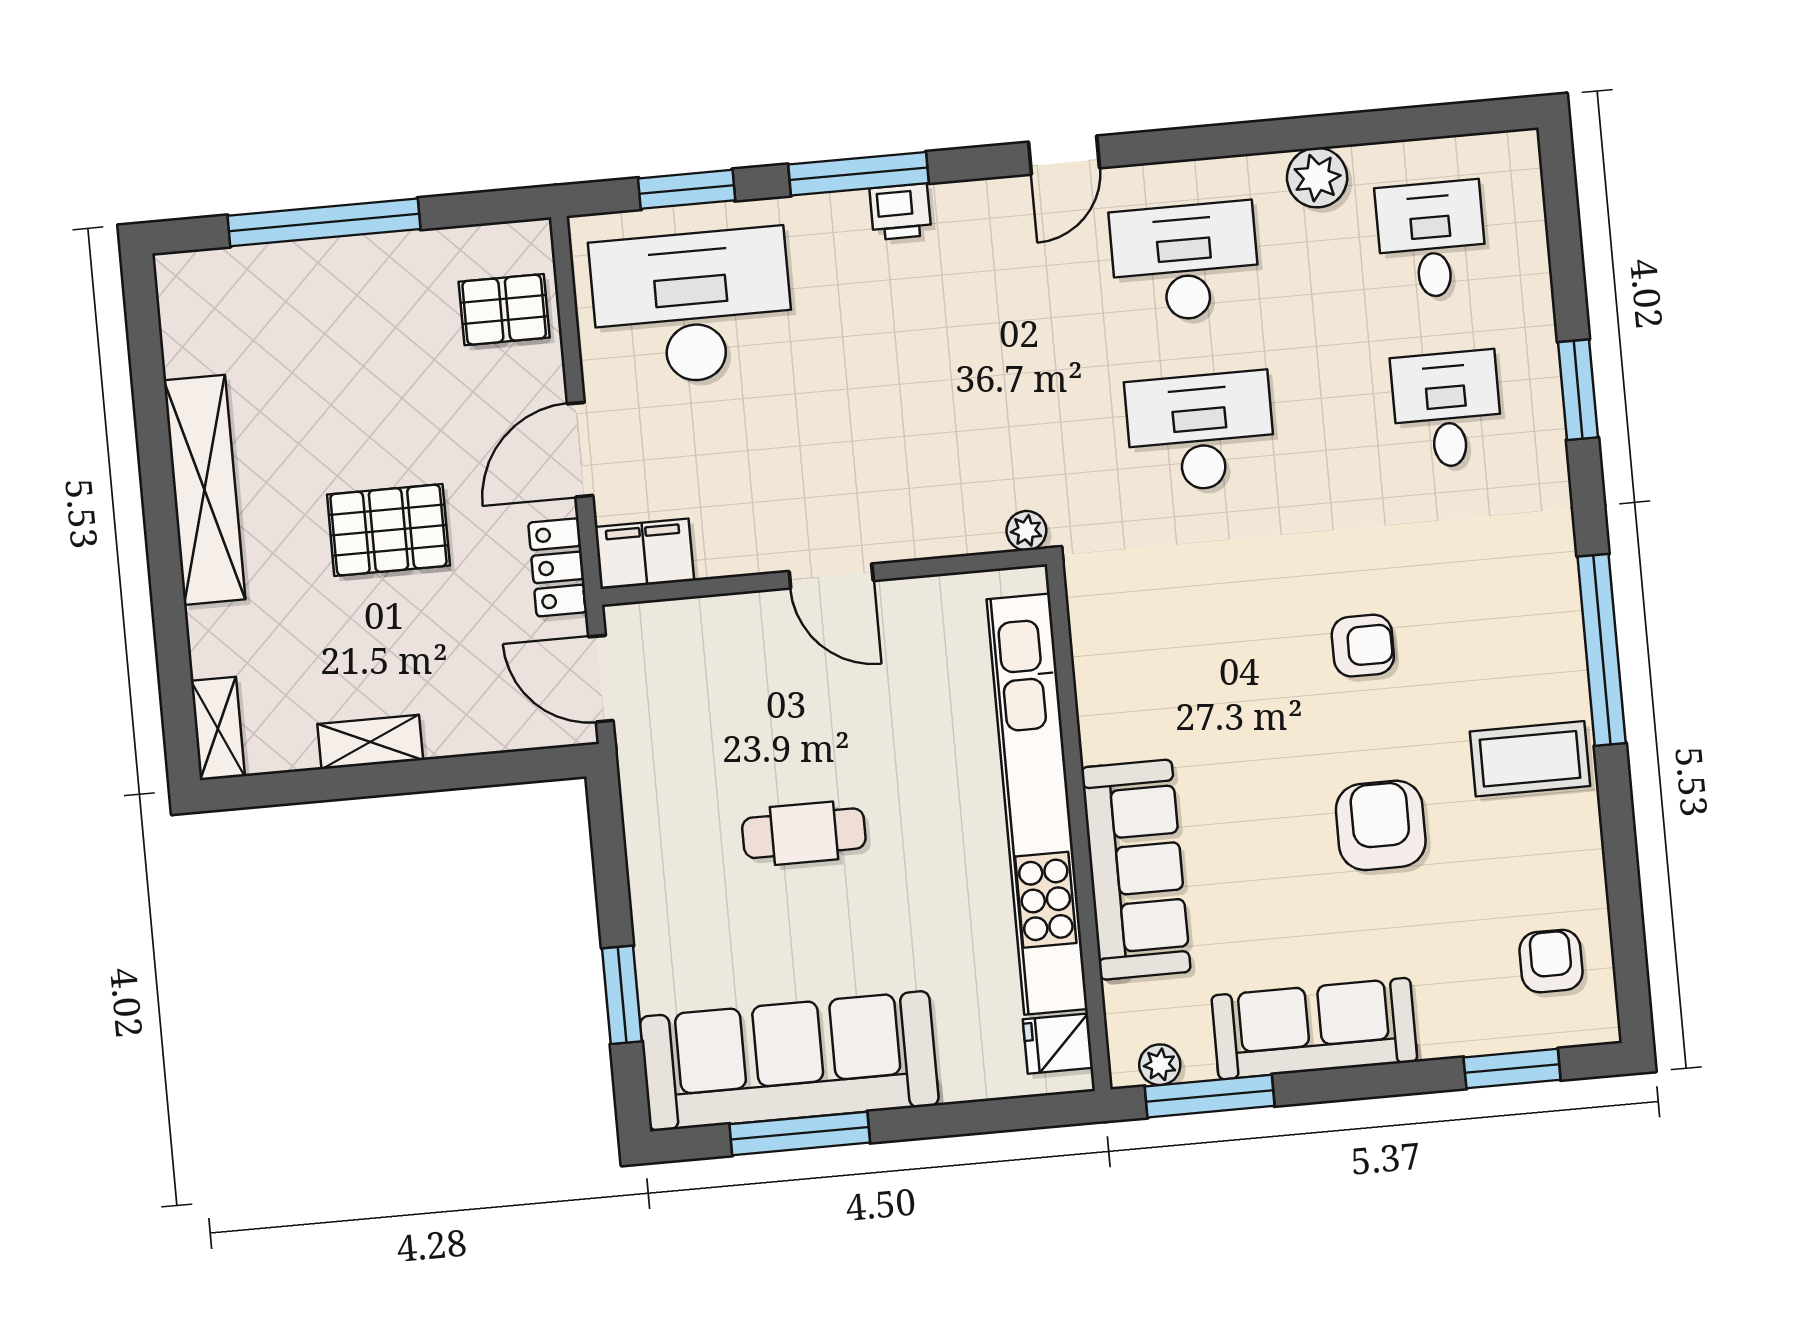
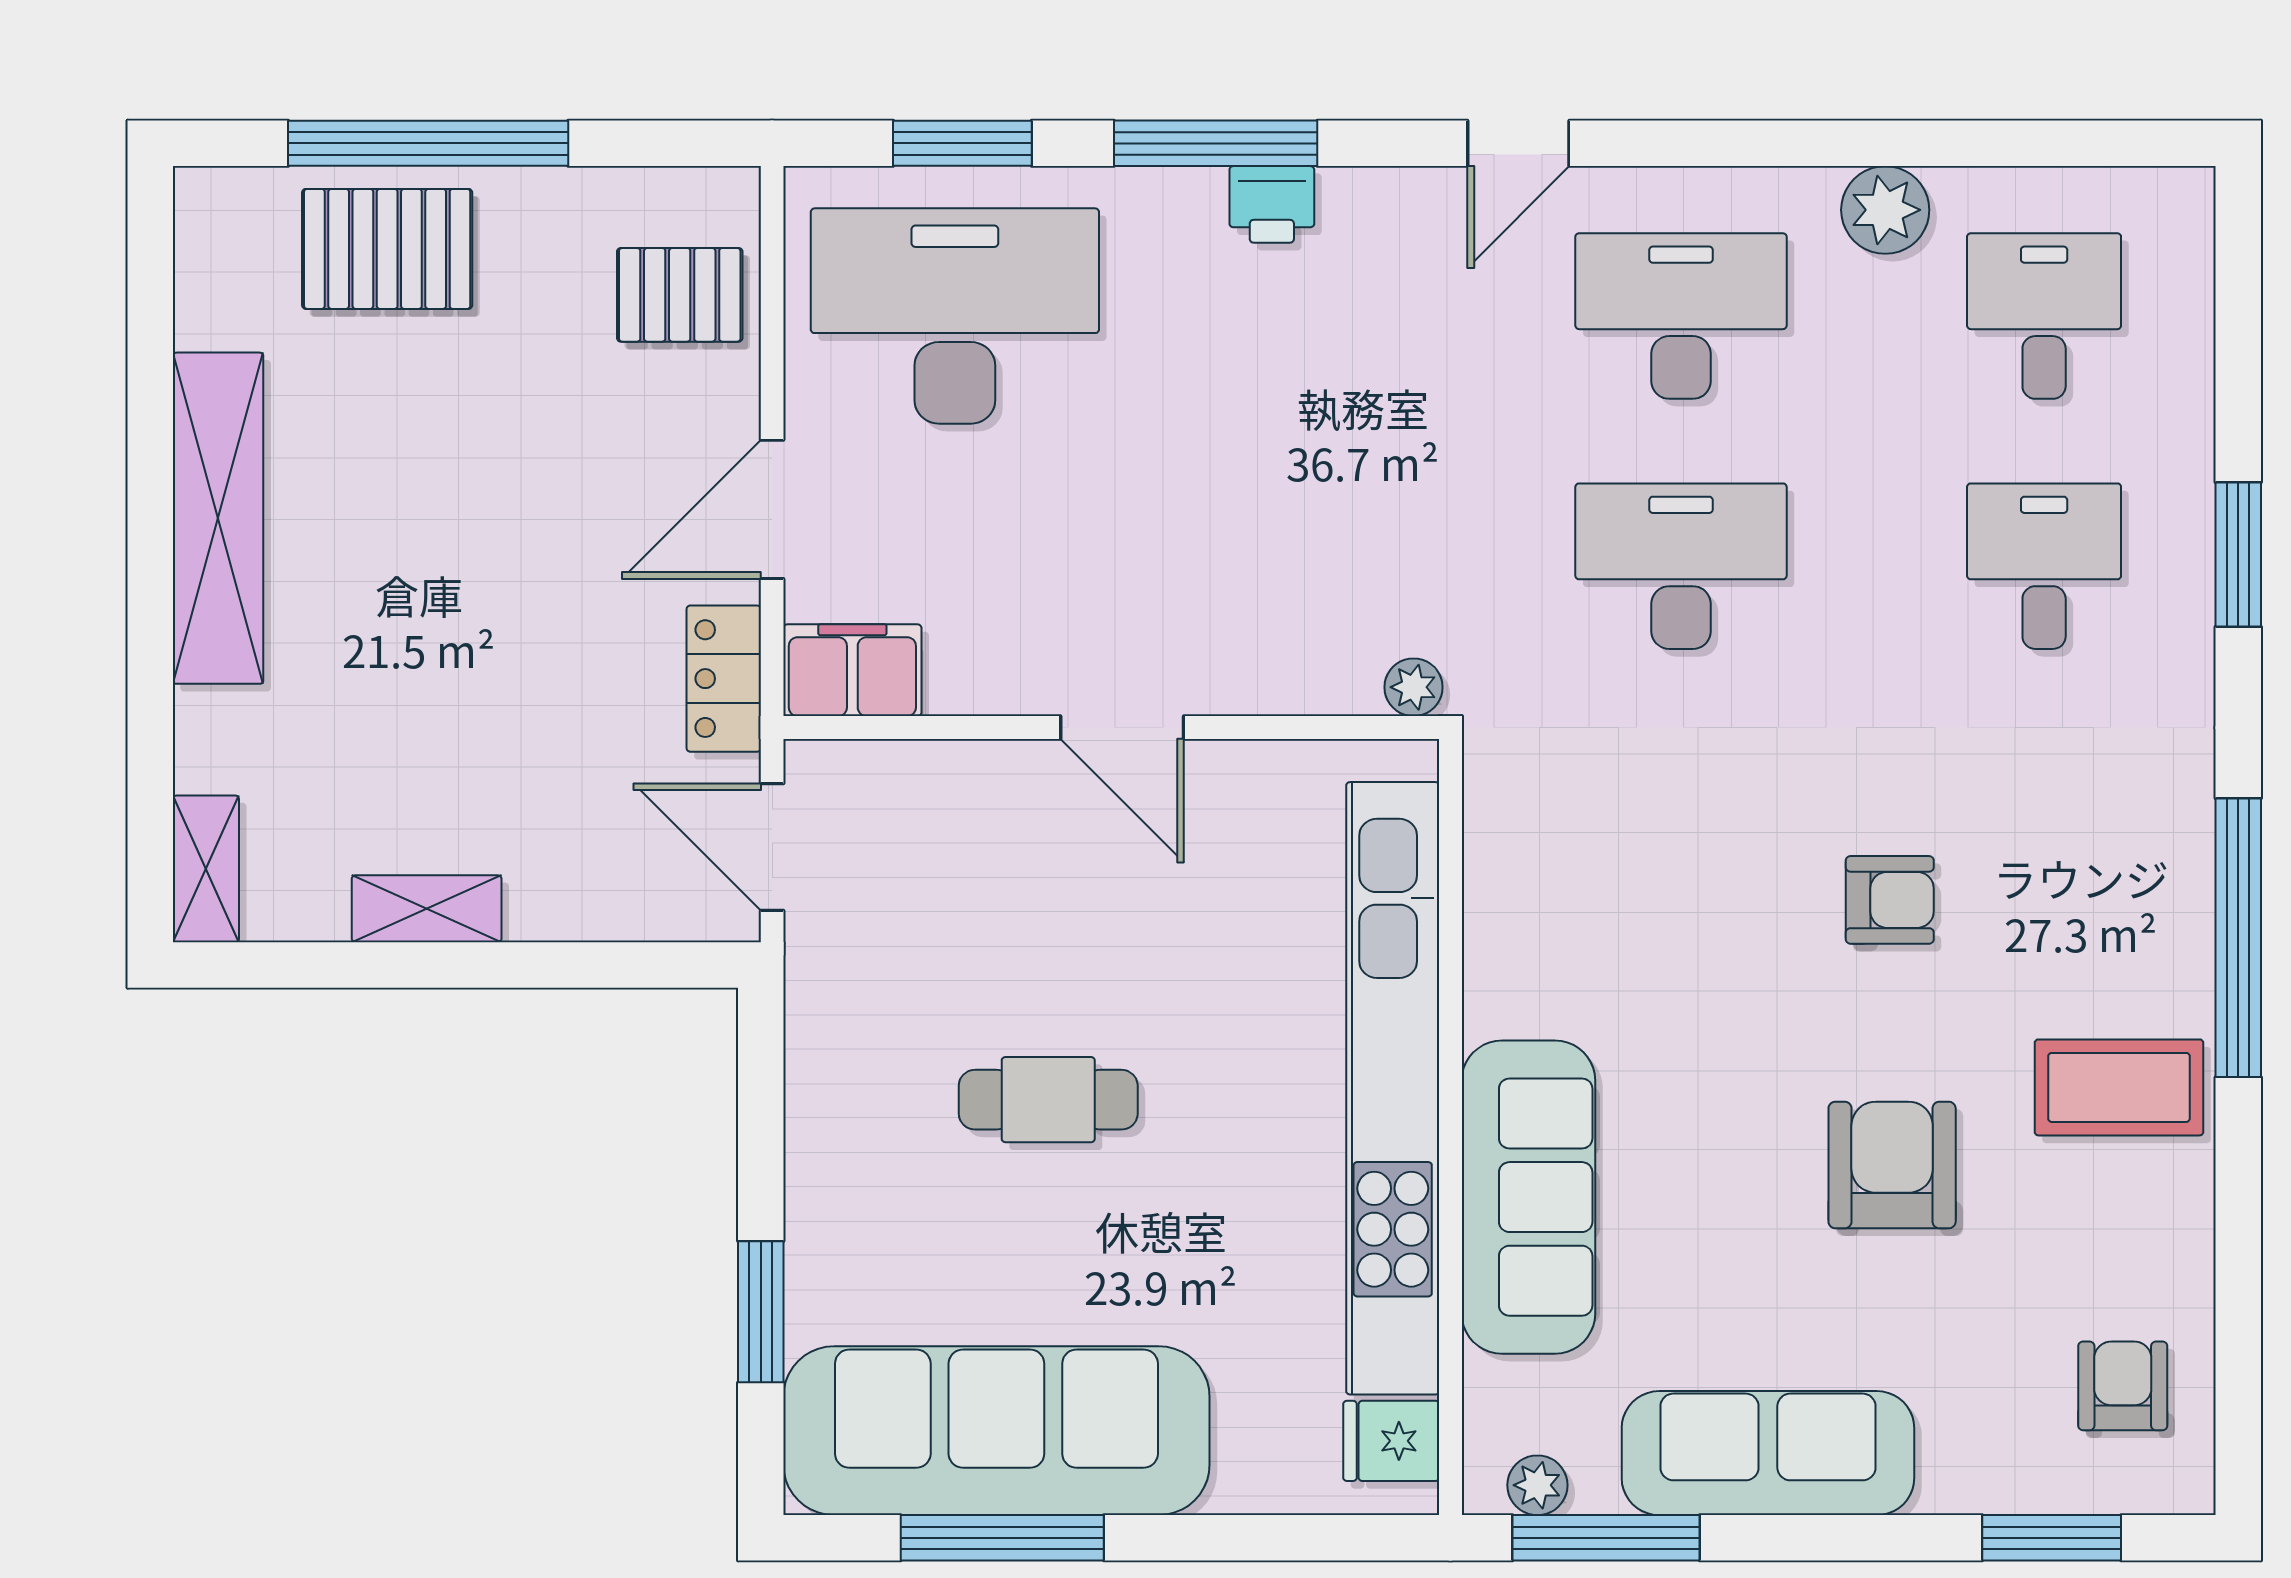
pallet: (388, 530) -> (387, 249), moved

